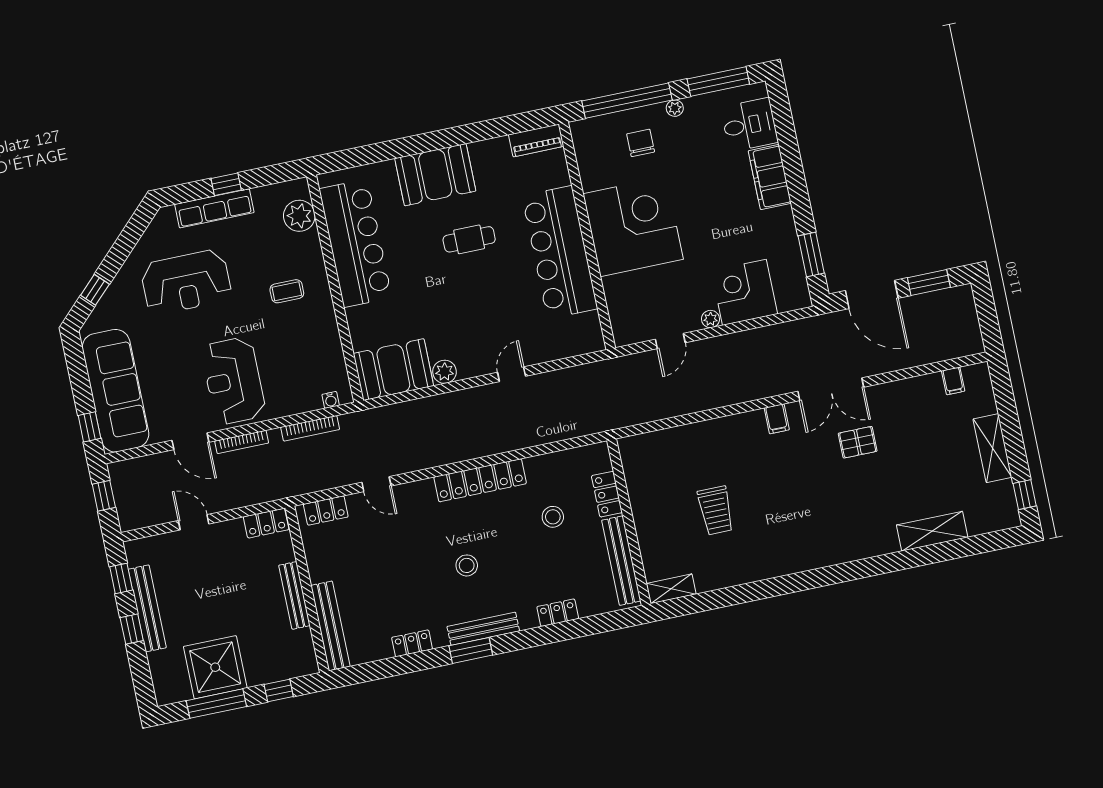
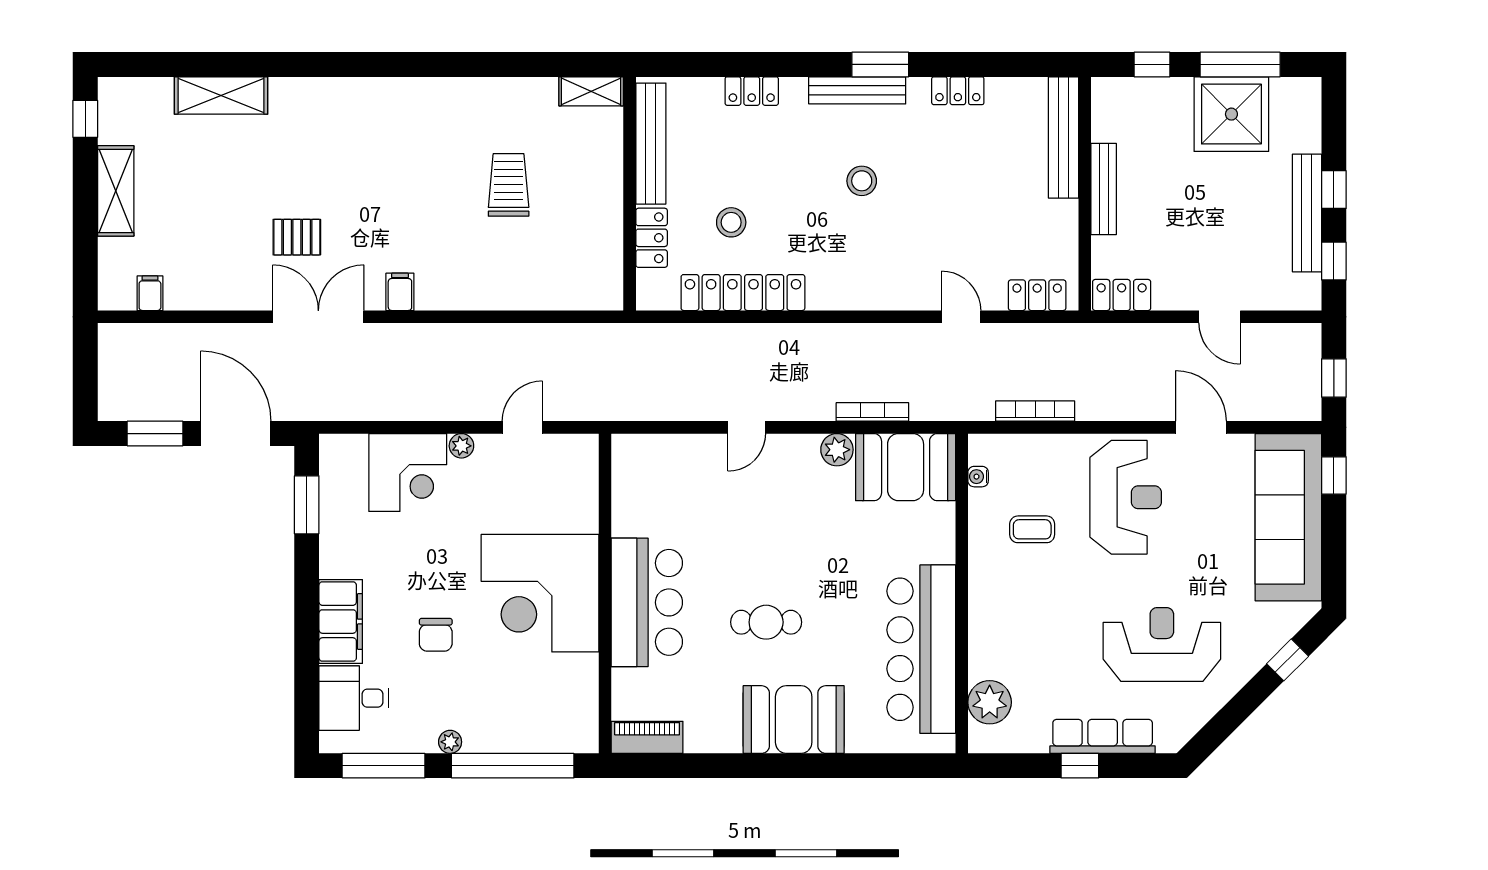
chair: (641, 143) -> (436, 635), moved
bar counter: (560, 252) -> (647, 602), width x0.73
coffee table: (287, 291) -> (1032, 529), moved
water cooler: (331, 400) -> (978, 477), moved, turned -90
bookcase: (242, 442) -> (872, 412), moved
locker: (480, 480) -> (743, 293), moved

